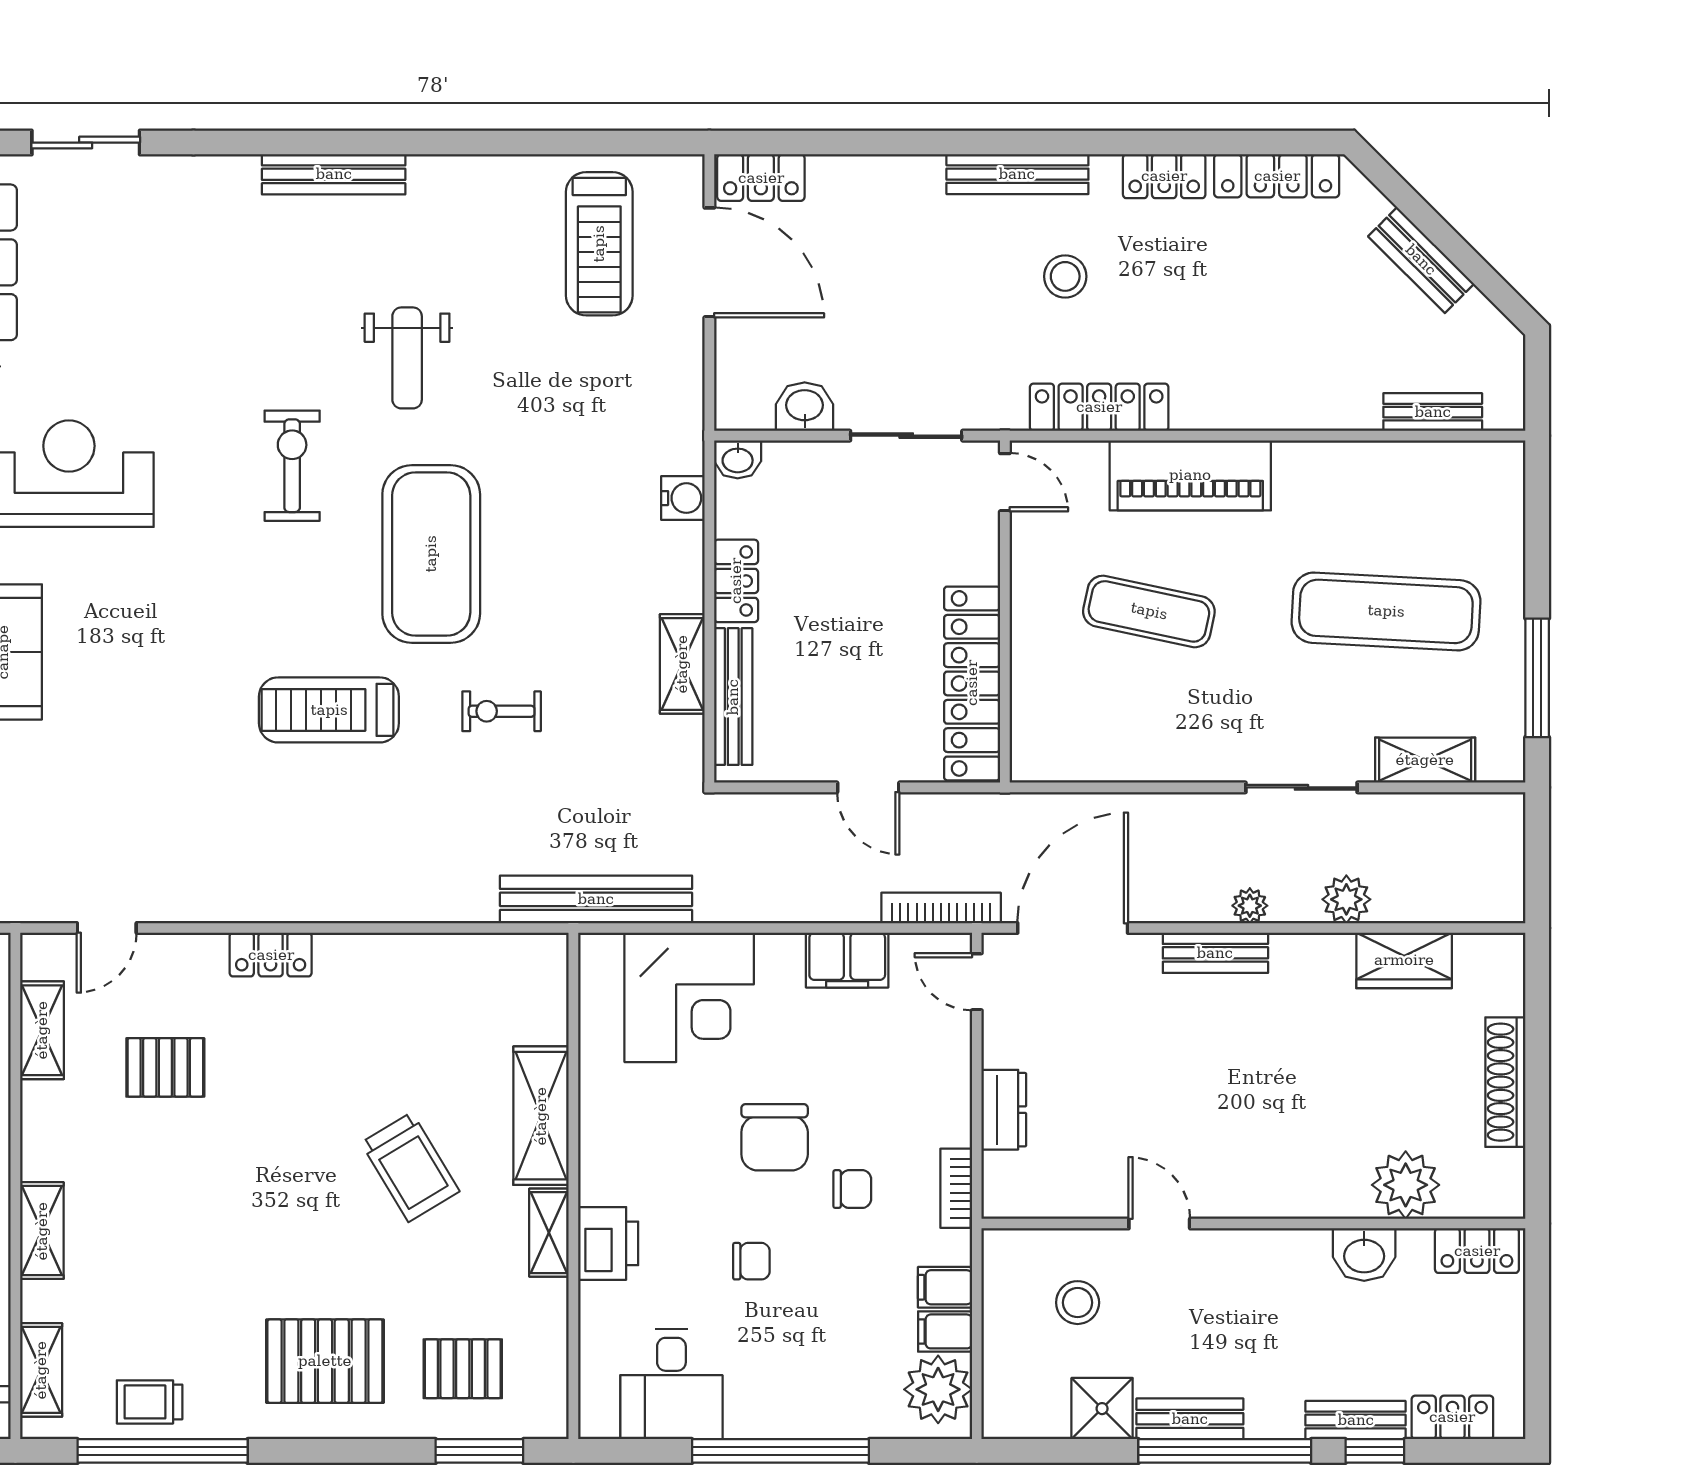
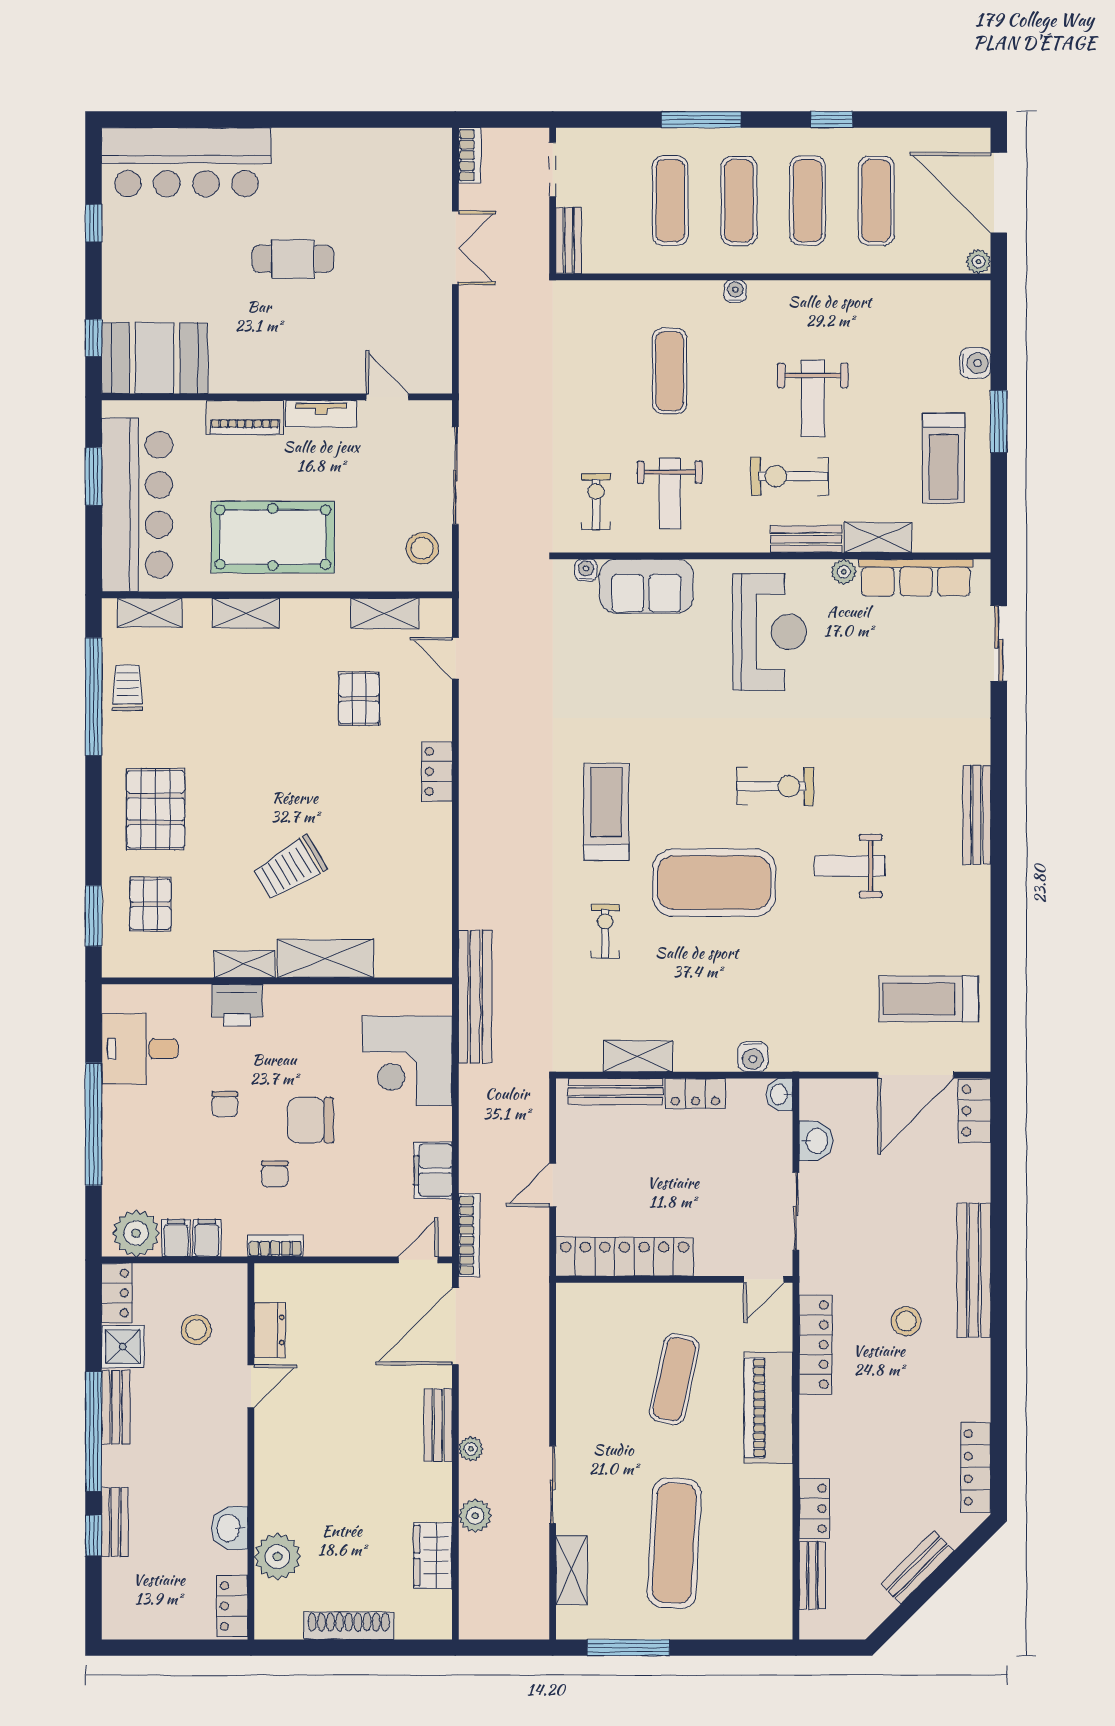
bench: (1017, 174) -> (974, 1270), width x1.37, depth x1.21
locker: (1164, 176) -> (814, 1509), moved, turned 180
door: (1073, 928) -> (455, 1326), swing flipped
dresser: (1004, 1110) -> (270, 1330), moved, turned -90
locker: (1452, 1417) -> (117, 1293), moved

